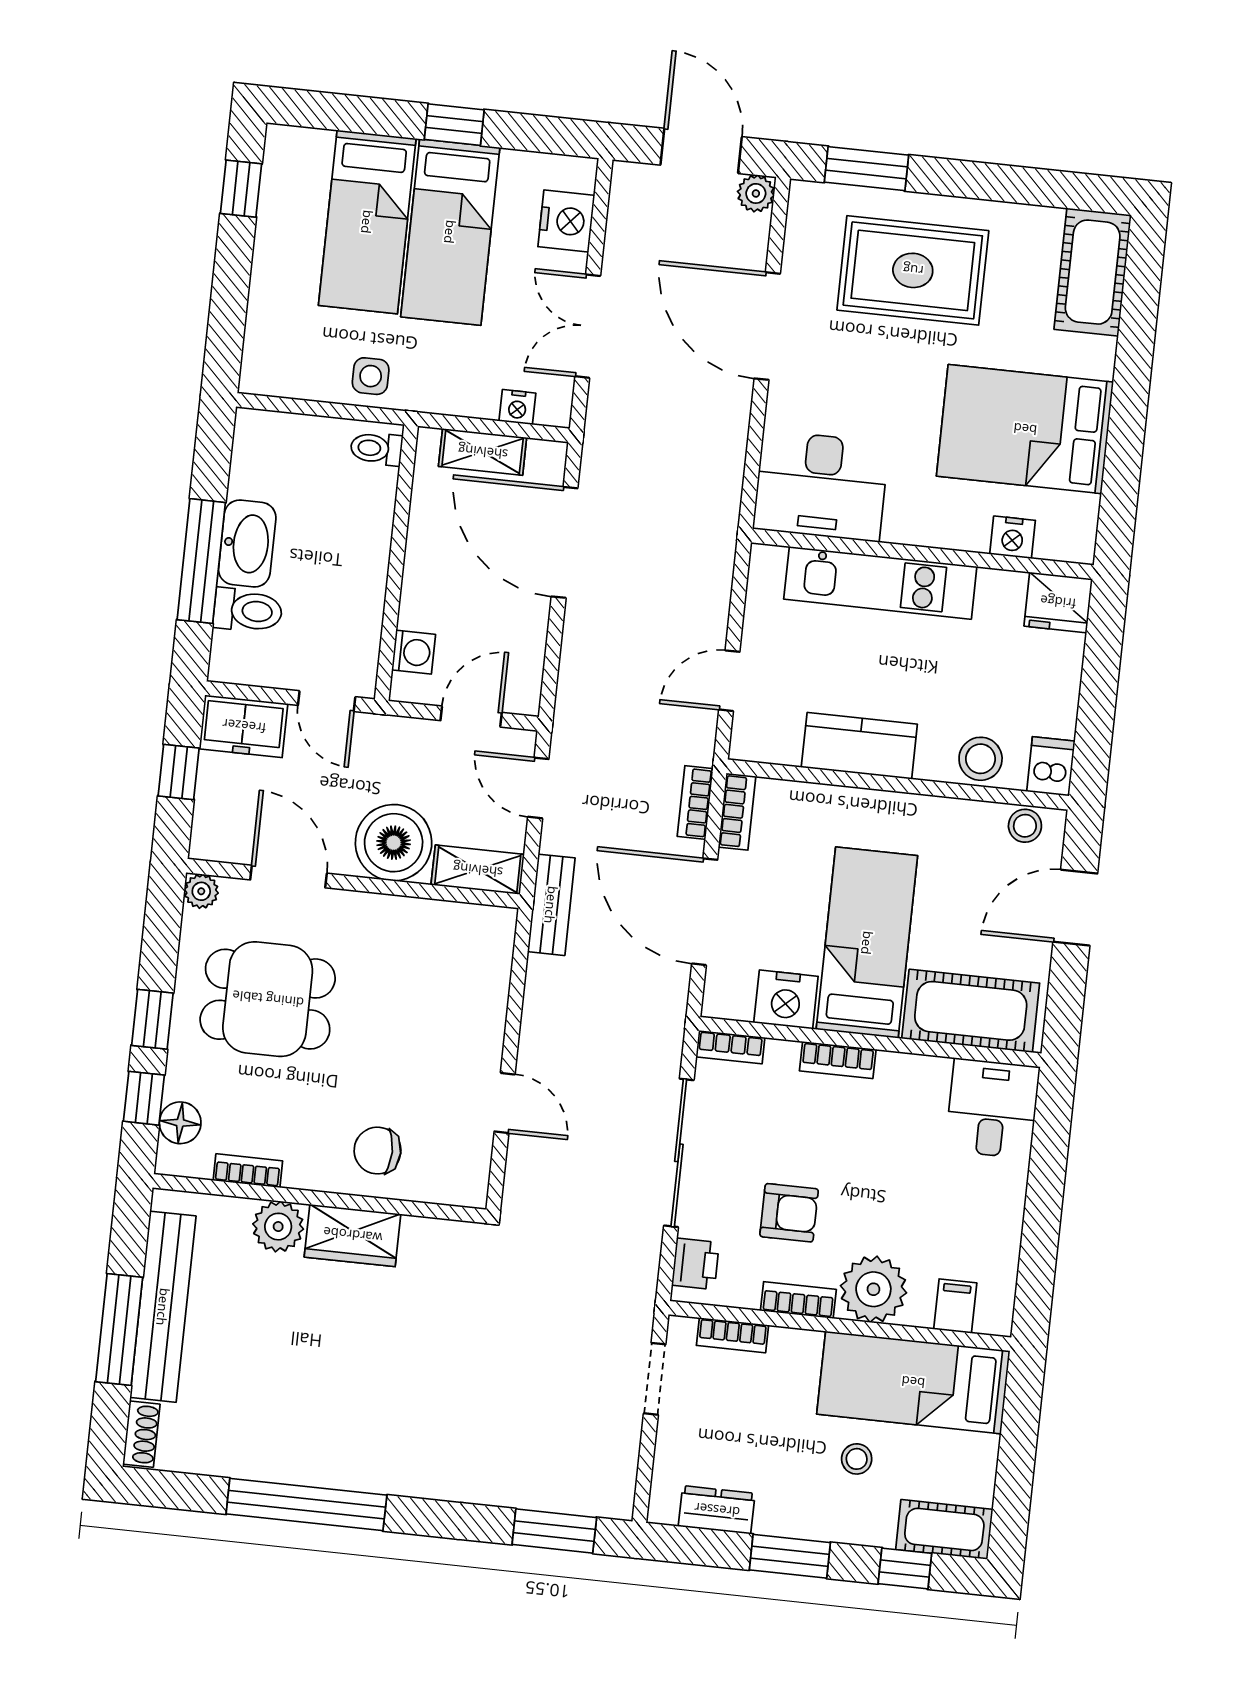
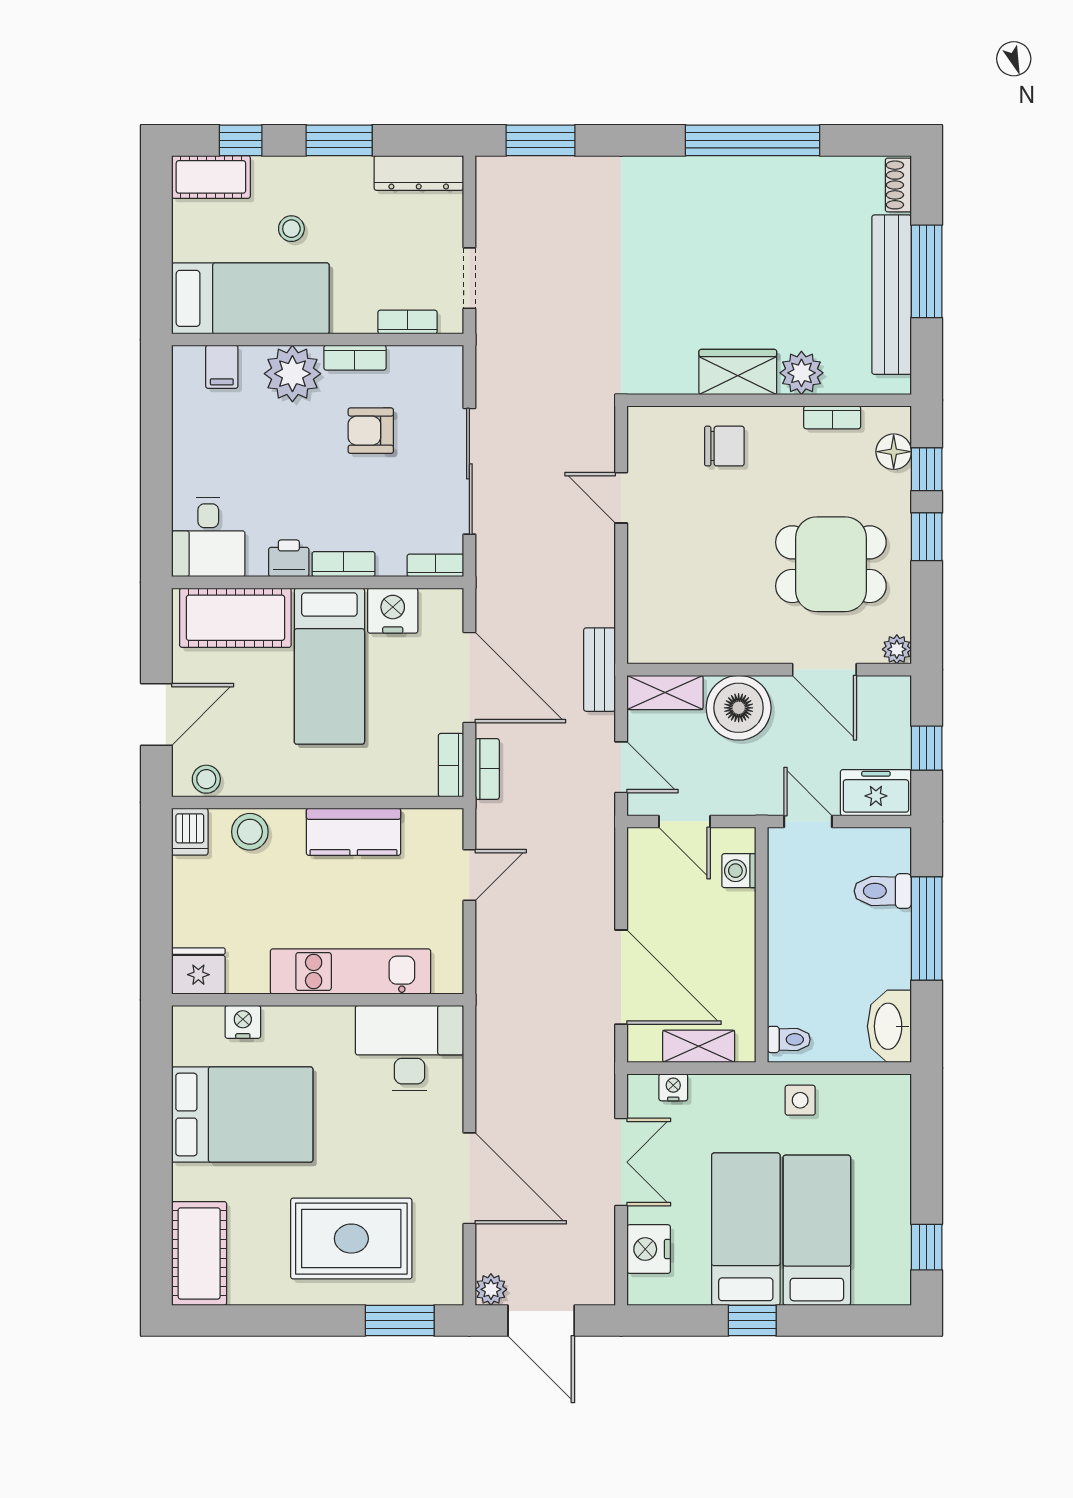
washbasin: (247, 544) -> (889, 1026), moved
door: (471, 717) -> (684, 821), hinge flipped
printer: (695, 1264) -> (289, 558), moved, turned 90
dresser: (717, 1510) -> (419, 173), width x1.44

